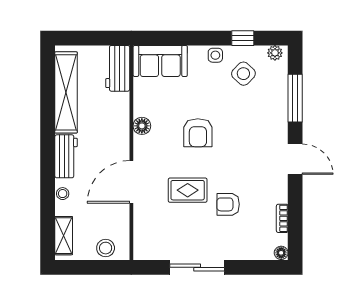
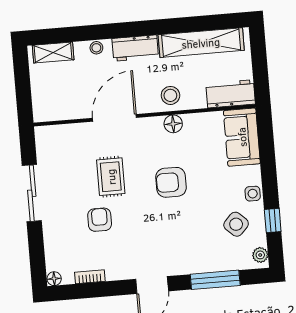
door: (131, 182) -> (114, 118), hinge flipped
stool: (106, 248) -> (170, 95), moved

